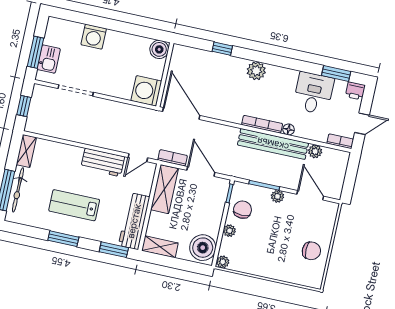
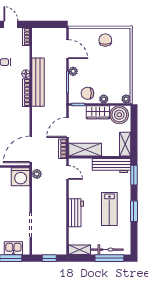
plant: (315, 151) -> (37, 174), moved
workbench: (103, 162) -> (76, 213), moved
door: (310, 195) -> (68, 49), swing flipped
wardrobe: (213, 218) -> (98, 112), added

